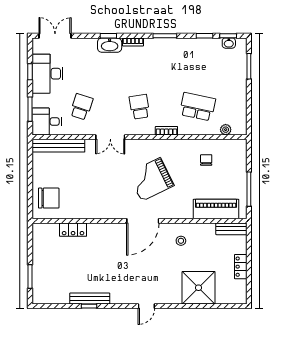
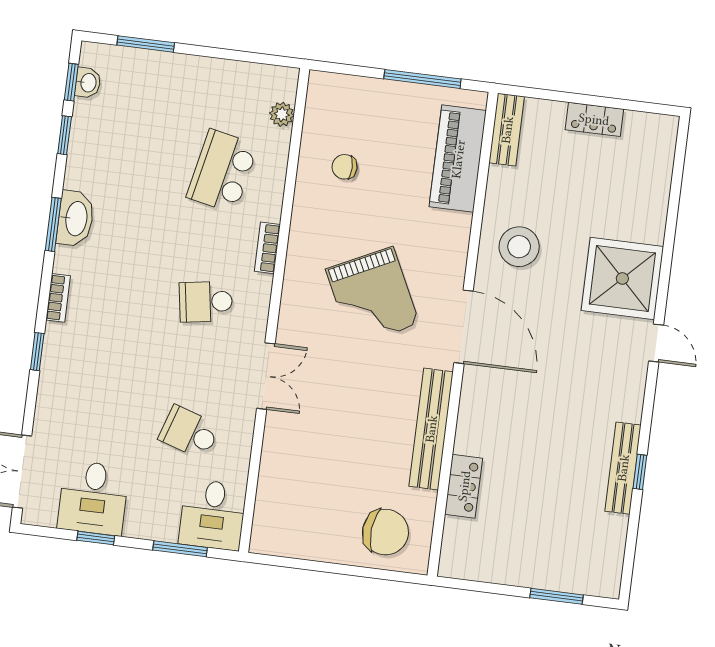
washbasin: (110, 45) -> (75, 219), moved
desk: (47, 74) -> (93, 498), width x0.73
bench: (58, 146) -> (431, 429), moved
chair: (49, 198) -> (385, 532), turned 95
stool: (181, 241) -> (519, 247), width x1.89, depth x1.89
shower: (199, 288) -> (622, 279), moved

